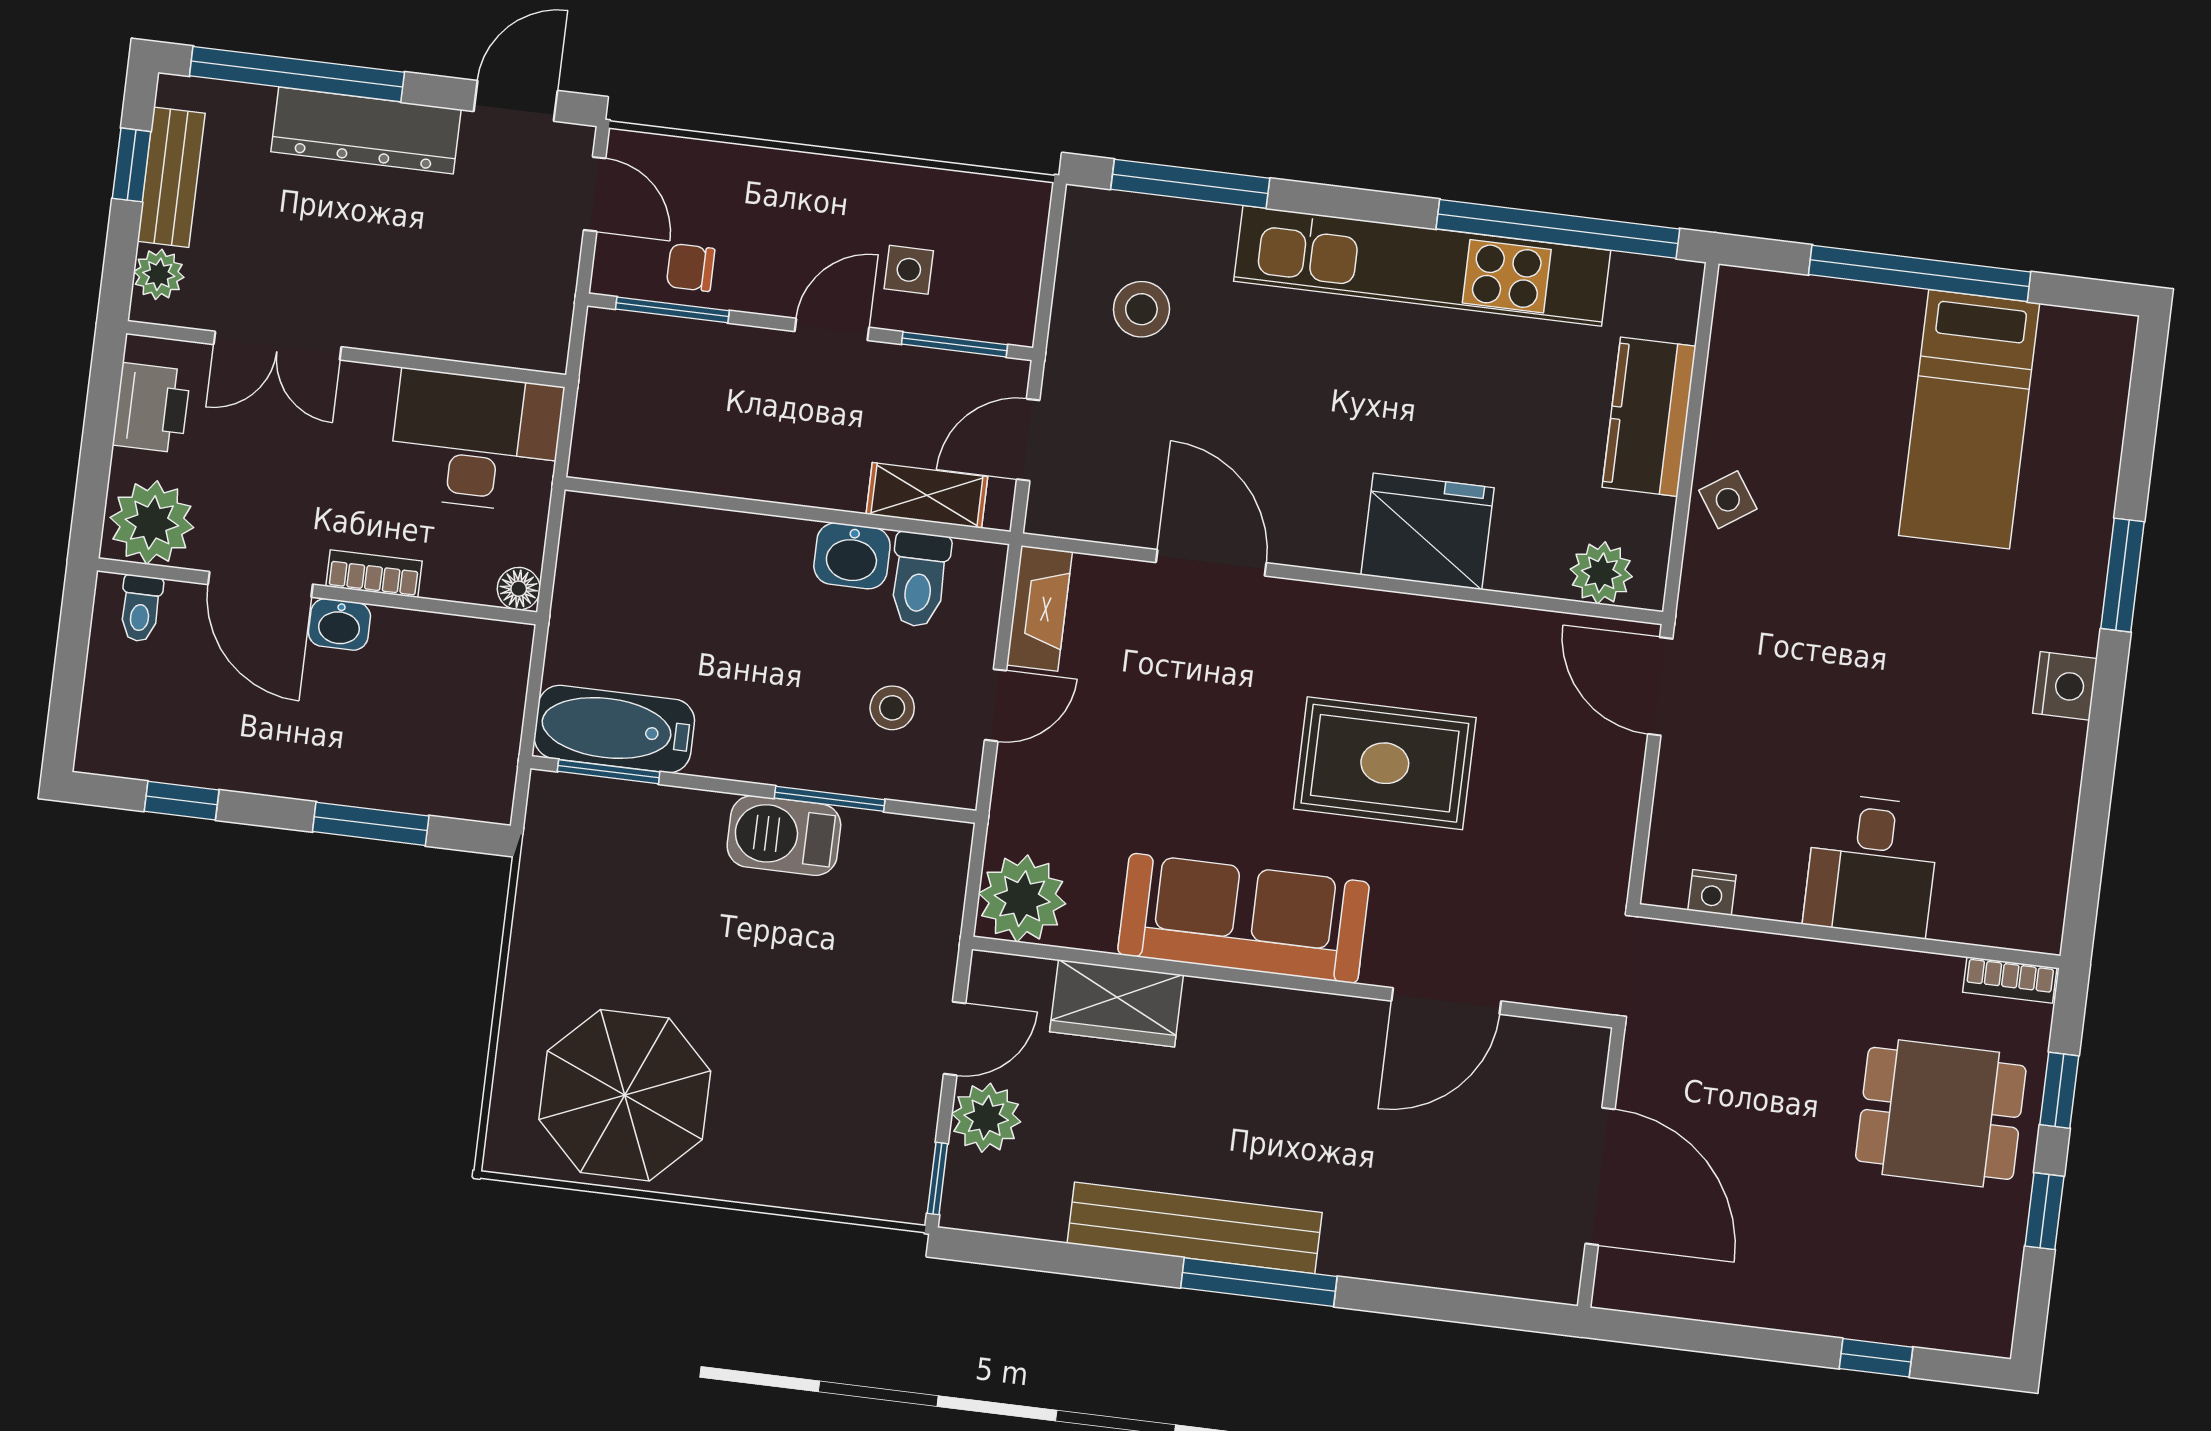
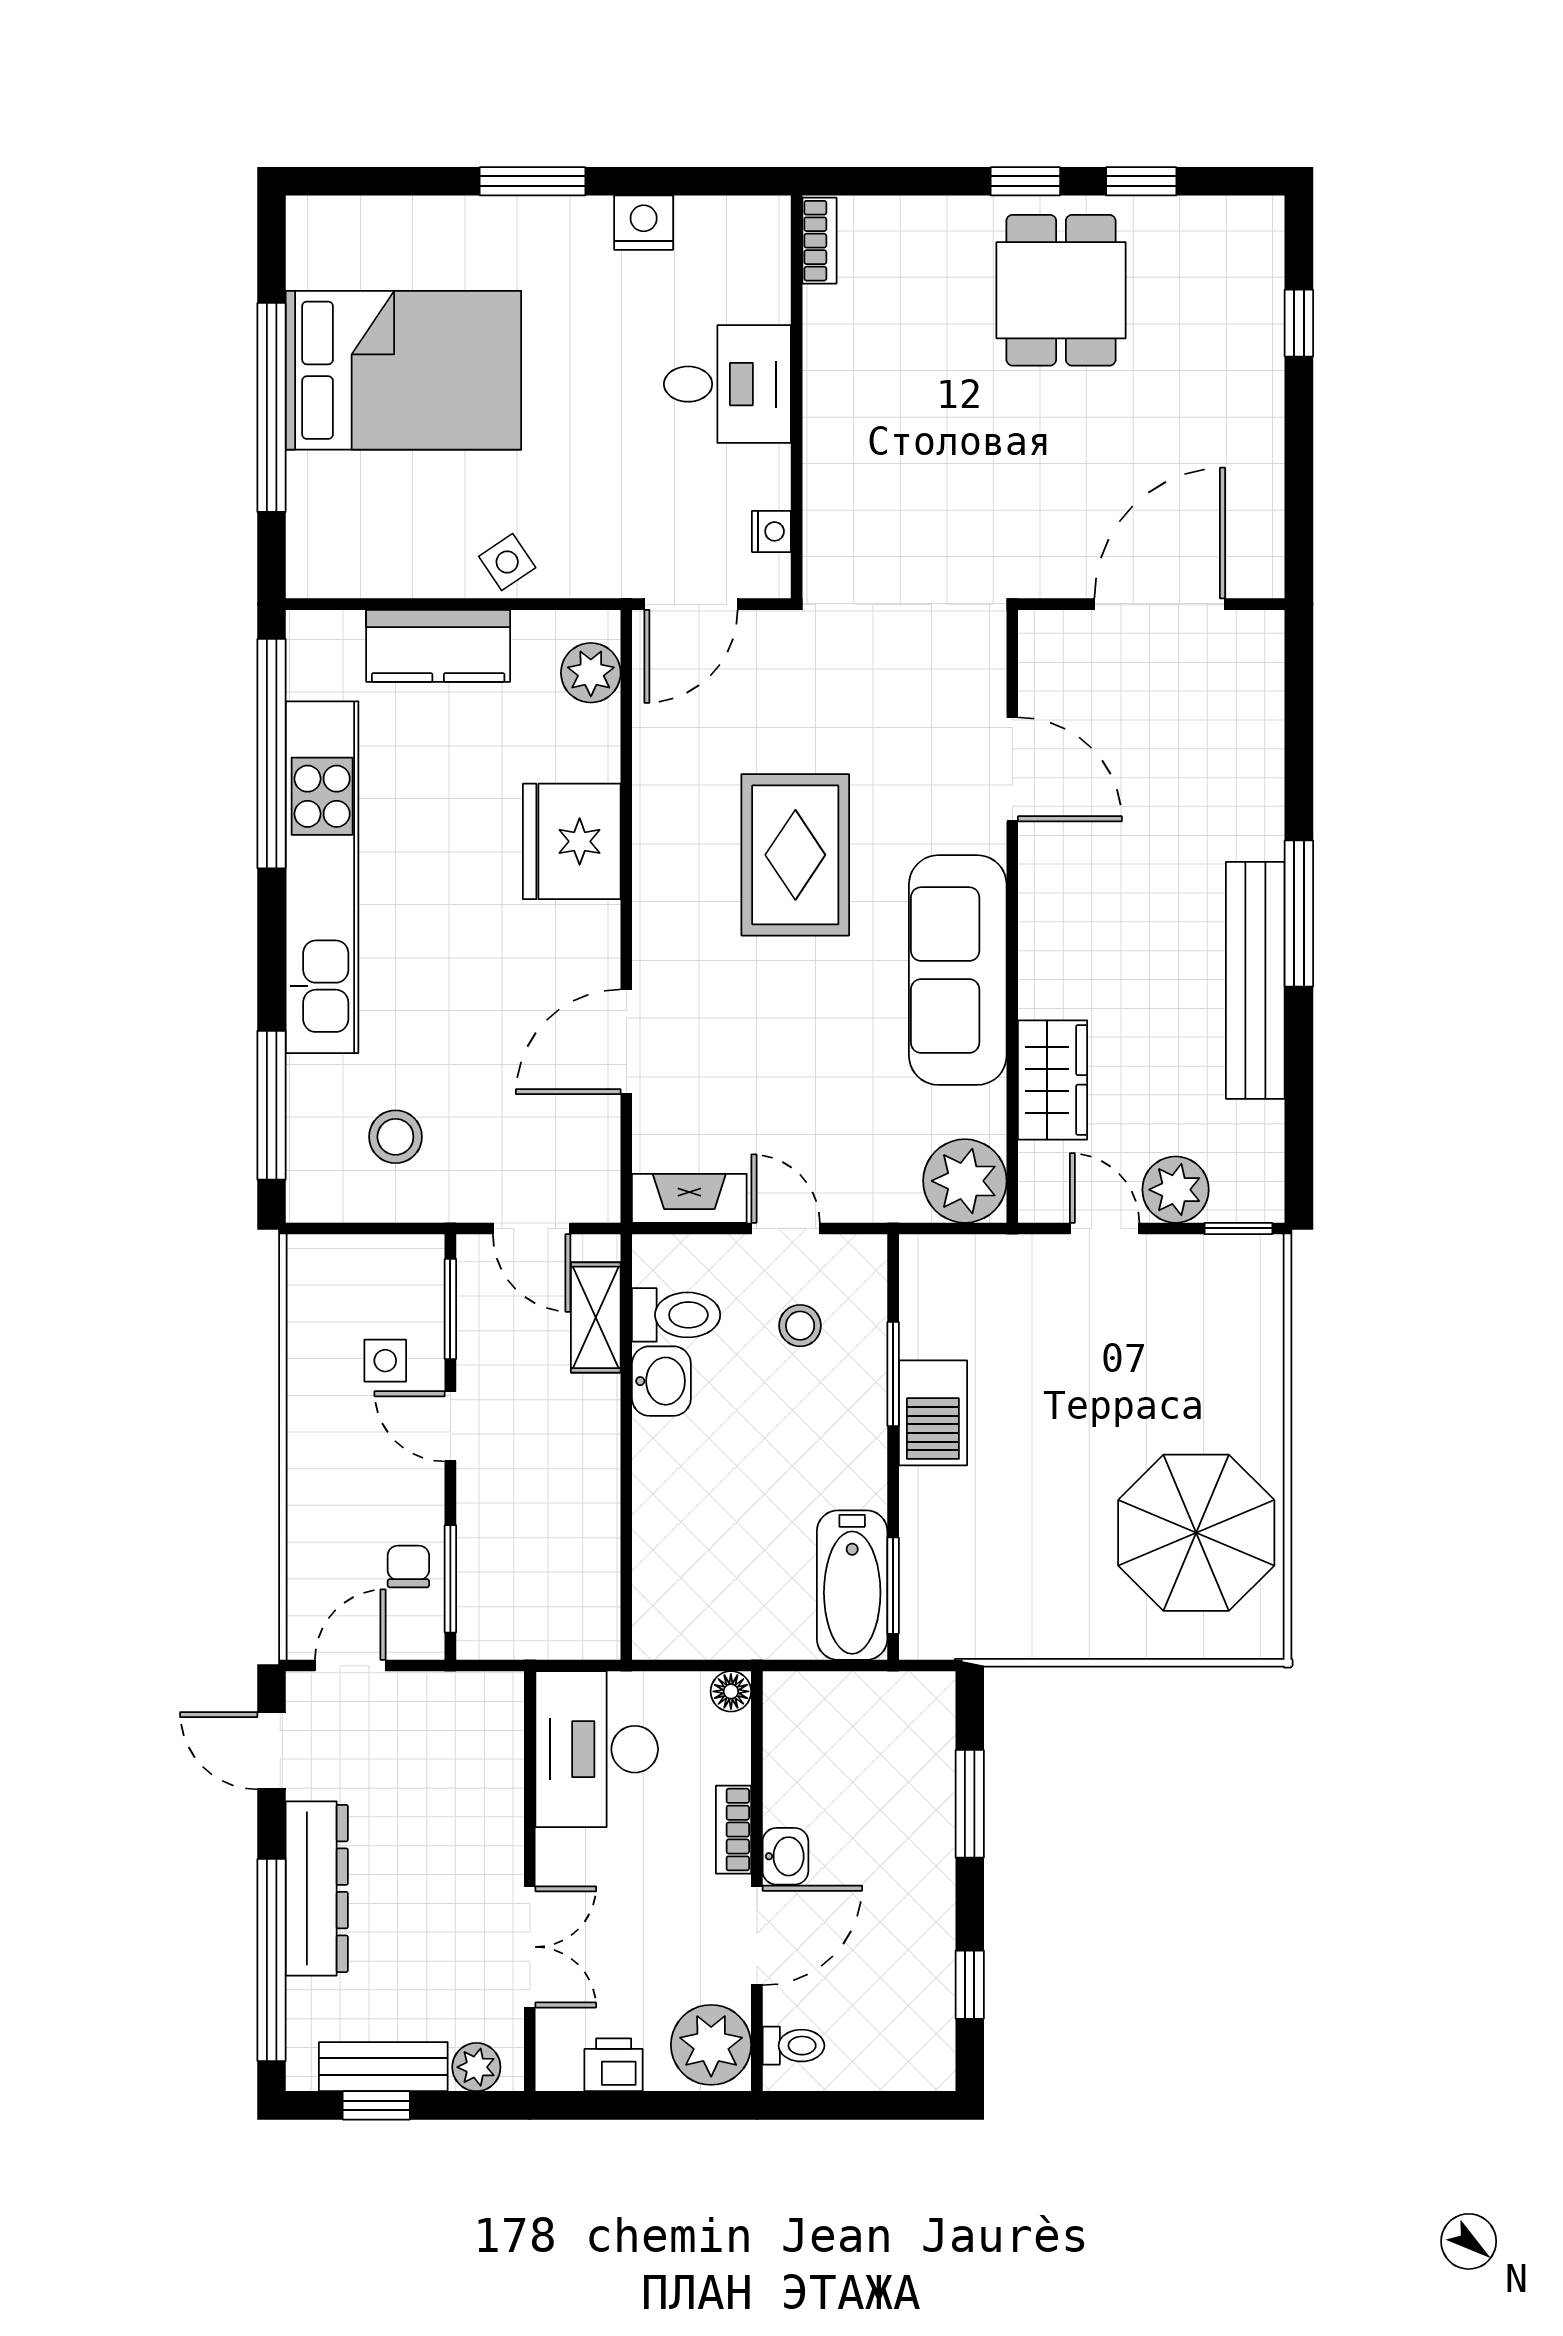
chair: (691, 268) -> (408, 1567), turned 180
printer: (152, 408) -> (614, 2065), width x0.73, depth x0.81
bed: (1969, 419) -> (403, 370), width x1.50
desk: (1872, 865) -> (727, 384), moved
nightstand: (1712, 893) -> (771, 531), moved
wall: (1849, 936) -> (797, 397), moved
bookcase: (2010, 980) -> (819, 241), moved

